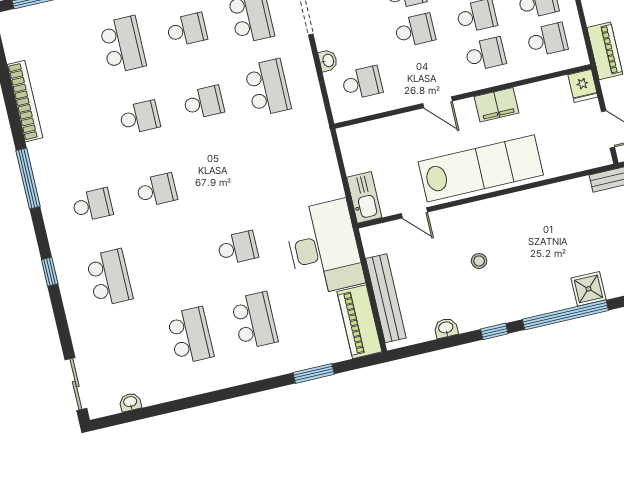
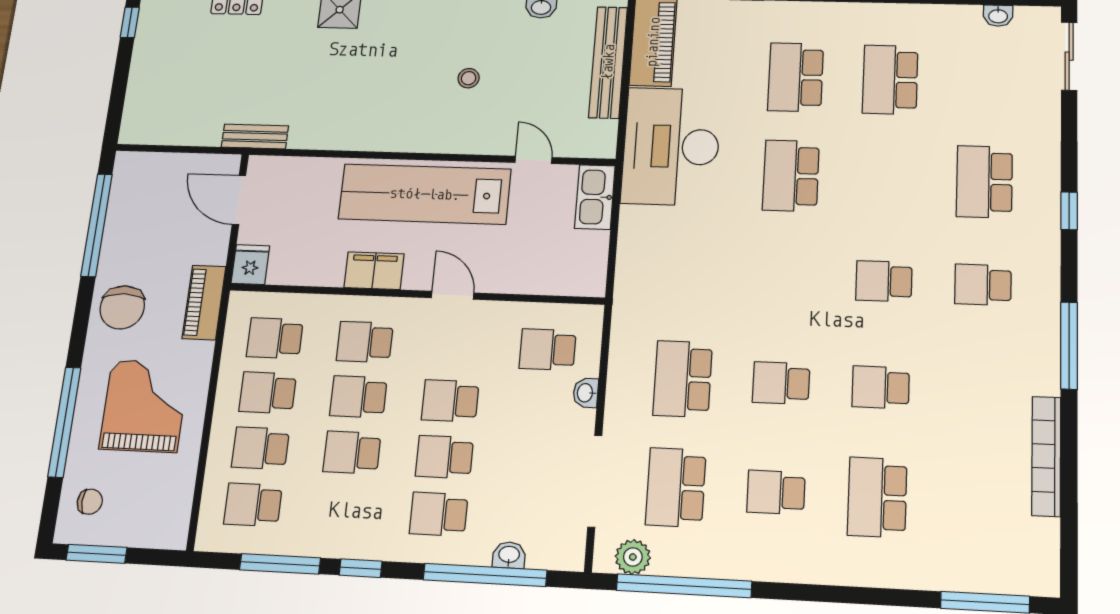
school desk: (238, 248) -> (791, 176), width x1.85

